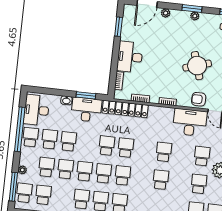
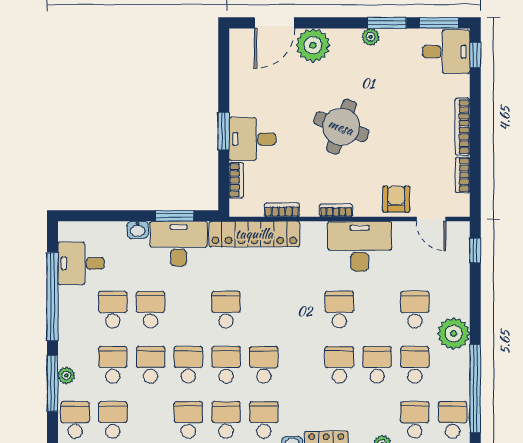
window: (192, 8) -> (387, 23), moved
plant: (166, 13) -> (313, 45), width x1.87, depth x1.87
window: (119, 27) -> (224, 131), moved
desk: (130, 57) -> (252, 139), width x0.73
round table: (197, 66) -> (341, 127), moved, turned 37
armchair: (199, 99) -> (396, 199), turned 90
desk: (36, 110) -> (81, 263), width x0.73
desk: (190, 122) -> (360, 246), moved
school desk: (30, 137) -> (75, 310), removed
school desk: (126, 148) -> (377, 365), moved
window: (13, 187) -> (52, 383), moved

